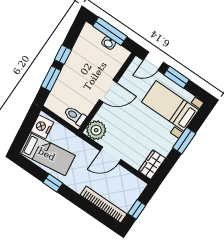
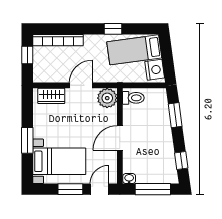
washbasin: (109, 43) -> (129, 179), moved
window: (63, 55) -> (181, 160), moved
wardrobe: (152, 165) -> (51, 96), moved, turned 90

